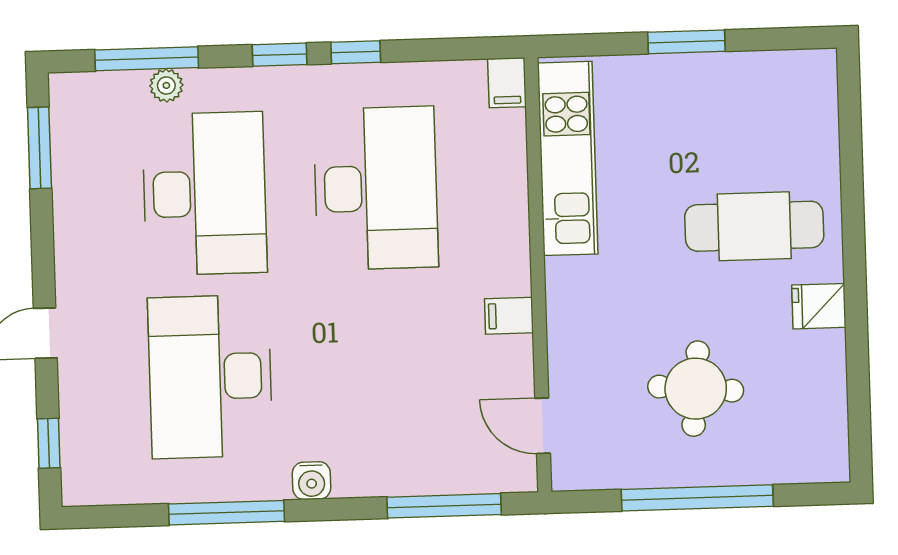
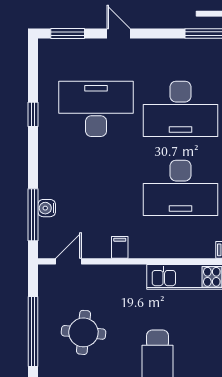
window: (49, 443) -> (68, 33), width x1.50
water cooler: (312, 481) -> (47, 208), moved
window: (227, 513) -> (33, 114), width x0.46

